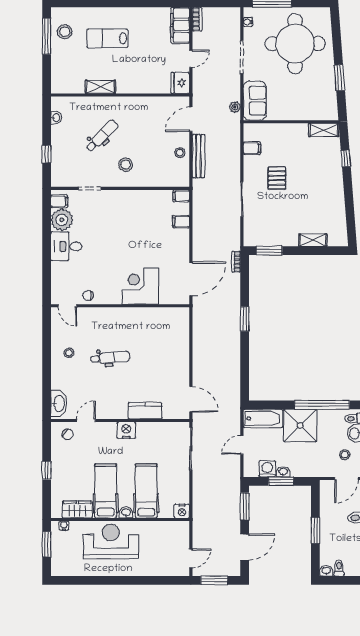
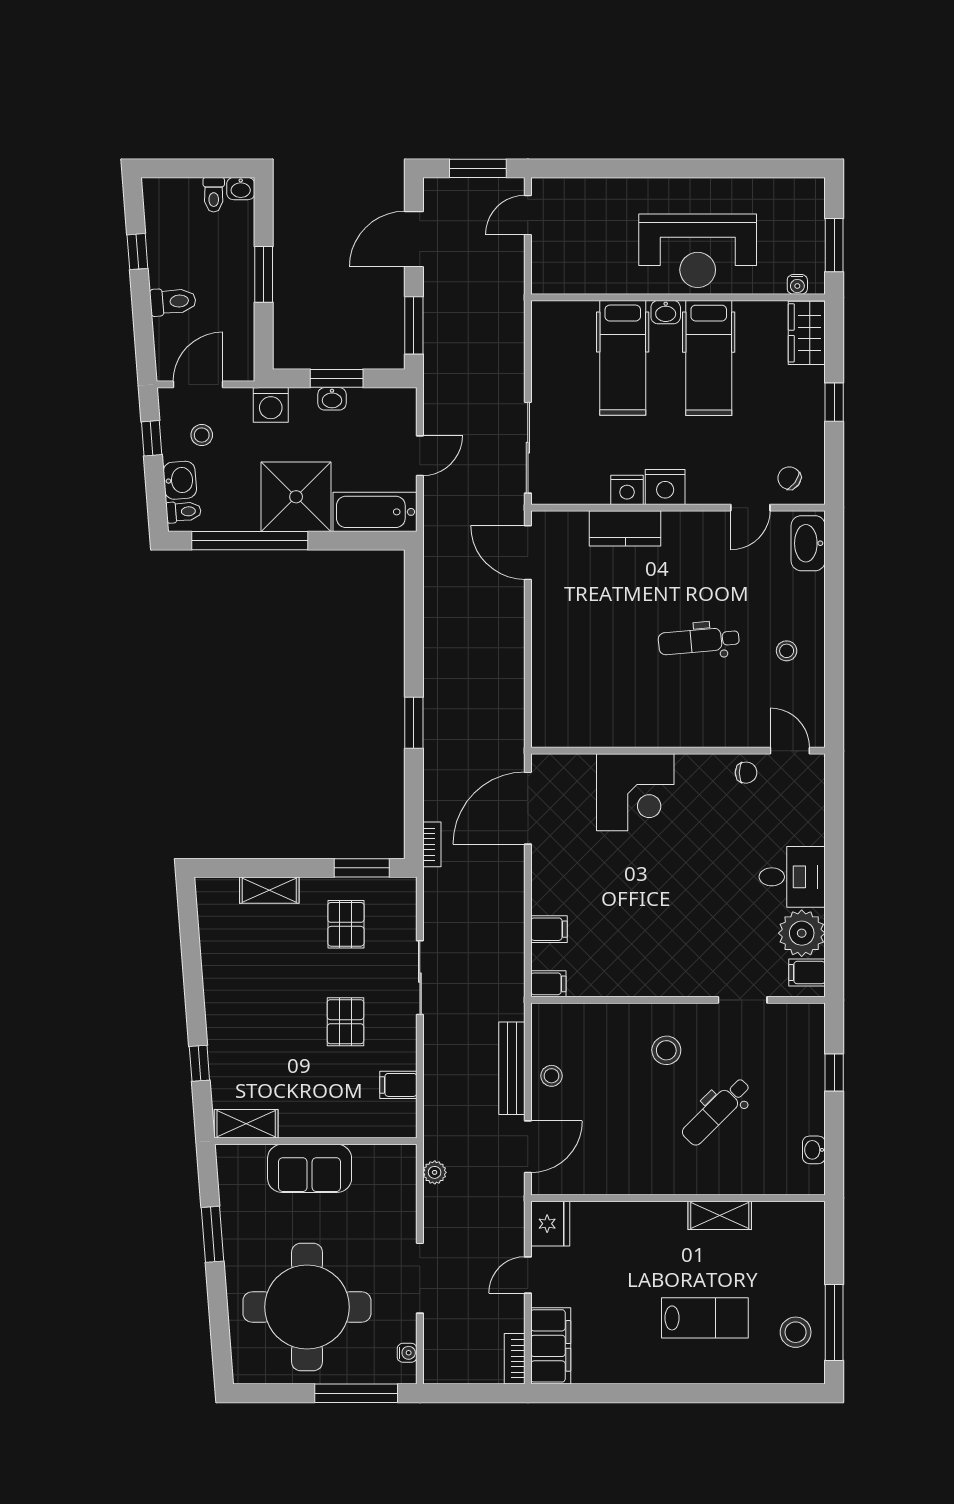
sofa: (255, 101) -> (310, 1168), moved, turned -90
pallet: (277, 224) -> (346, 924), added
washing machine: (267, 469) -> (271, 405), moved
wardrobe: (77, 509) -> (807, 333), moved, turned 90
nightstand: (182, 511) -> (627, 490), moved, turned 180

